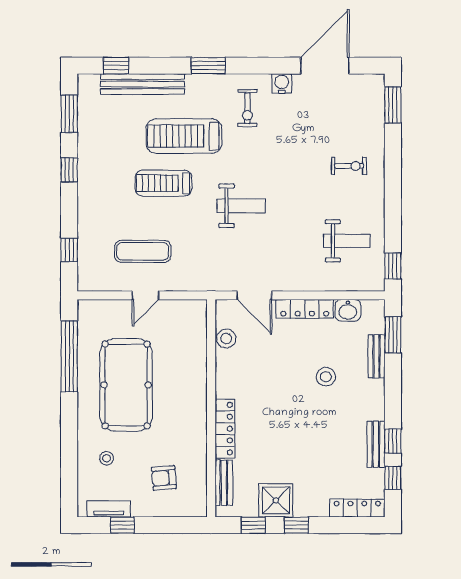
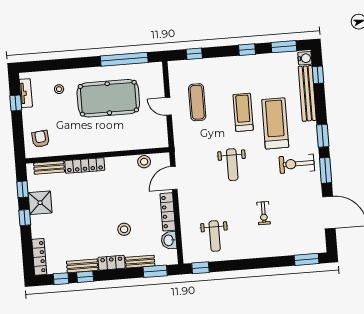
window: (261, 66) -> (326, 170), added
water cooler: (282, 84) -> (305, 58), moved
exercise bike: (247, 108) -> (297, 164), width x1.38, depth x1.39
exercise bike: (349, 166) -> (264, 213), moved
locker: (375, 400) -> (112, 263), added
armchair: (164, 478) -> (41, 139), moved

